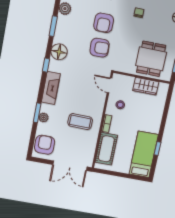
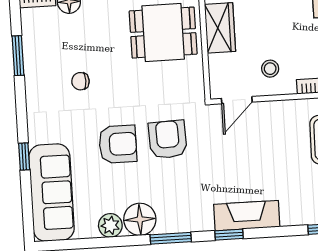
window: (53, 26) -> (171, 238), moved
floor lamp: (59, 52) -> (140, 219), moved
fireplace: (51, 88) -> (247, 216), moved

